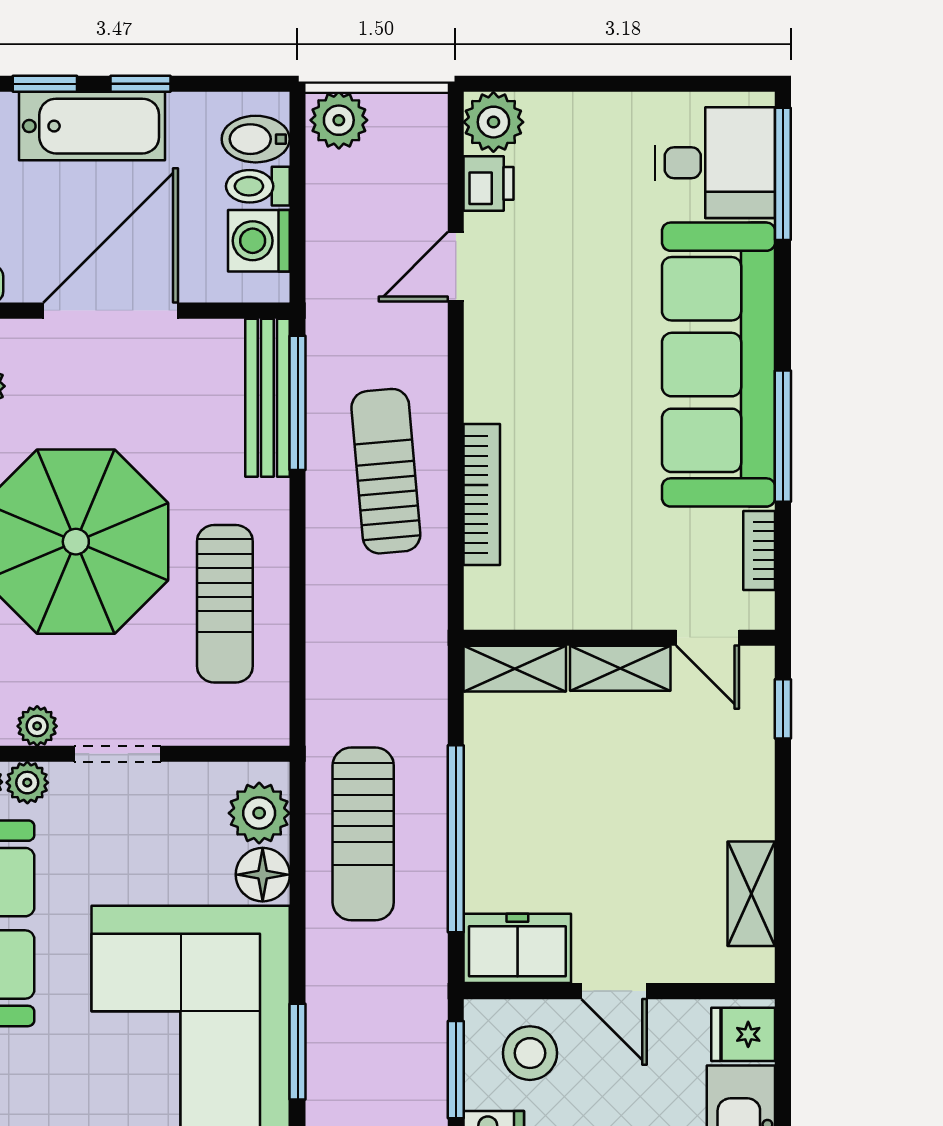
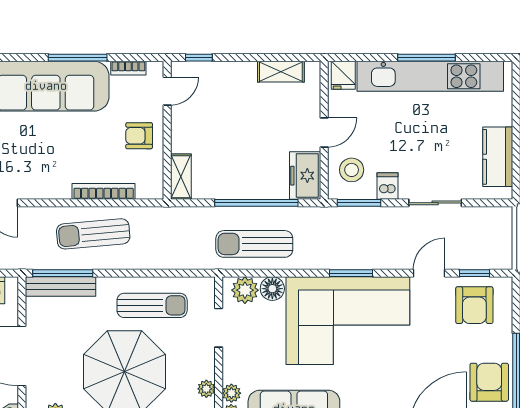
armchair: (607, 575) -> (139, 136), added
shelving: (620, 668) -> (181, 130), removed
doorway: (118, 754) -> (219, 328), moved
sun lounger: (363, 834) -> (254, 244), turned 180

